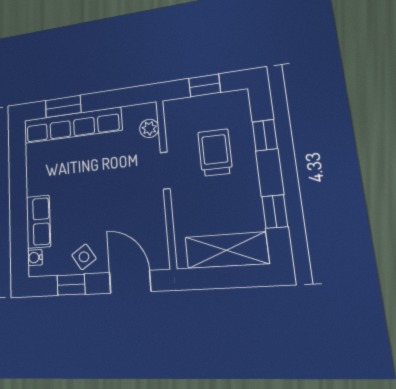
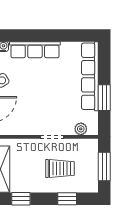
window: (204, 85) -> (104, 166), width x1.50
window: (63, 106) -> (104, 98), moved
row of seats: (38, 222) -> (35, 50), width x1.48

